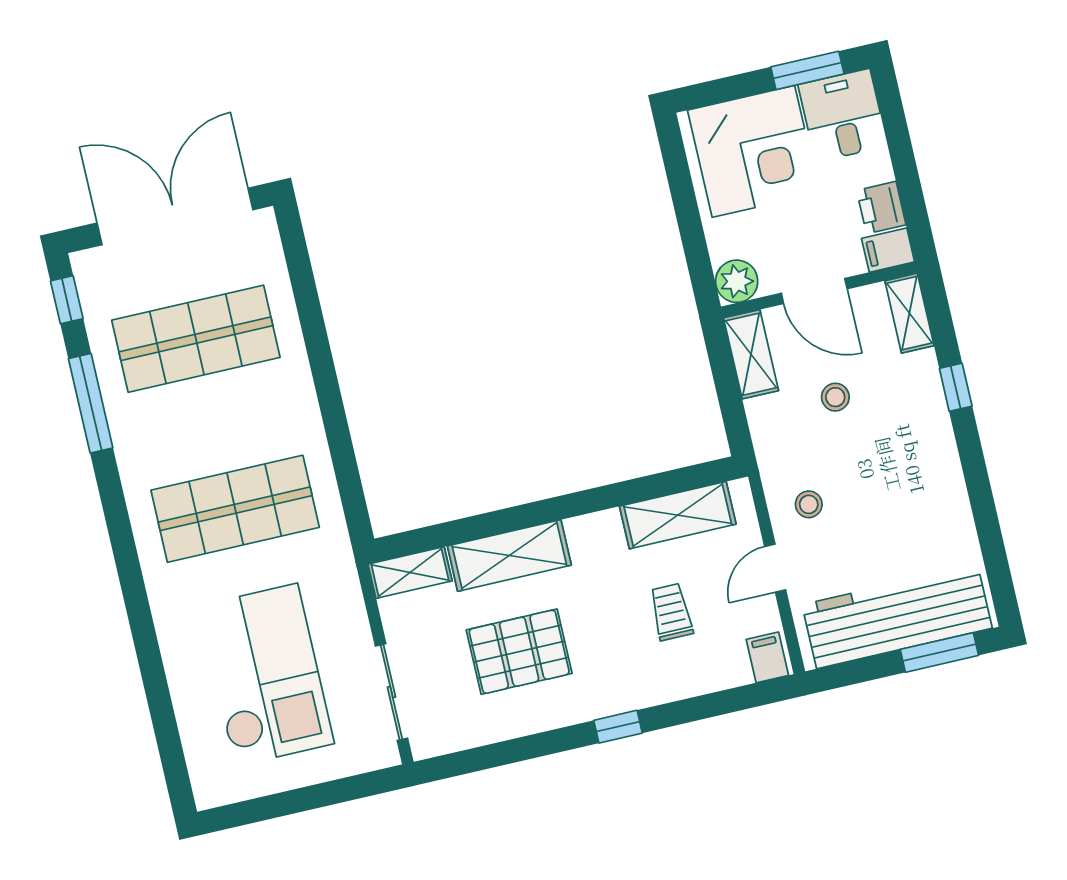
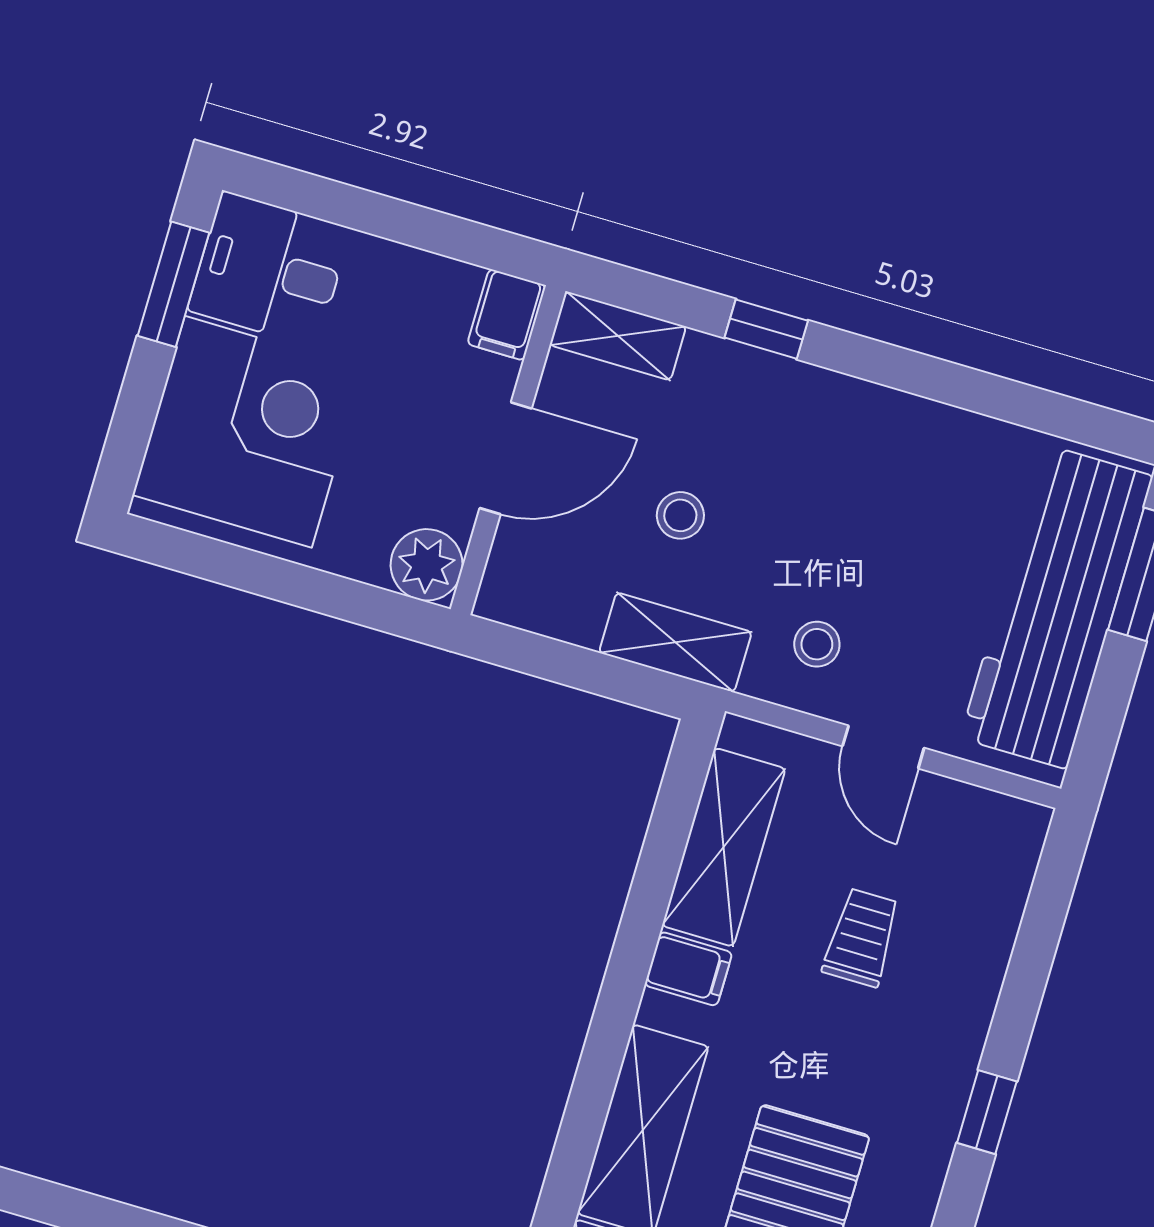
printer: (881, 208) -> (438, 289), removed
shelving: (751, 354) -> (675, 642), moved
trolley: (671, 612) -> (862, 938), turned 90
filing cabinet: (767, 657) -> (688, 969), moved, turned 180

